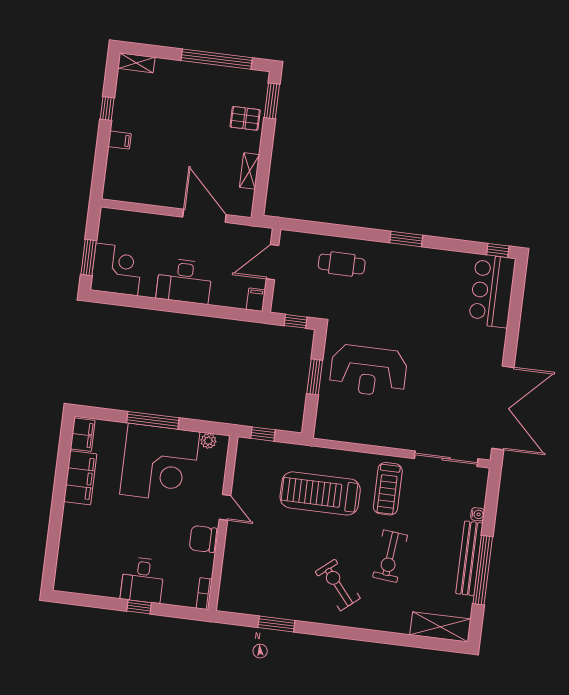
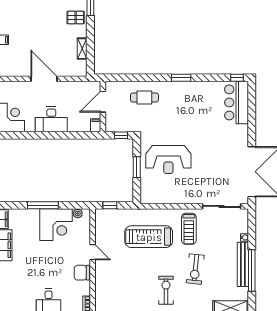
door: (204, 216) -> (44, 79), moved
corner desk: (160, 463) -> (56, 225), width x0.74, depth x0.74
exercise bike: (338, 585) -> (166, 290), turned 40

